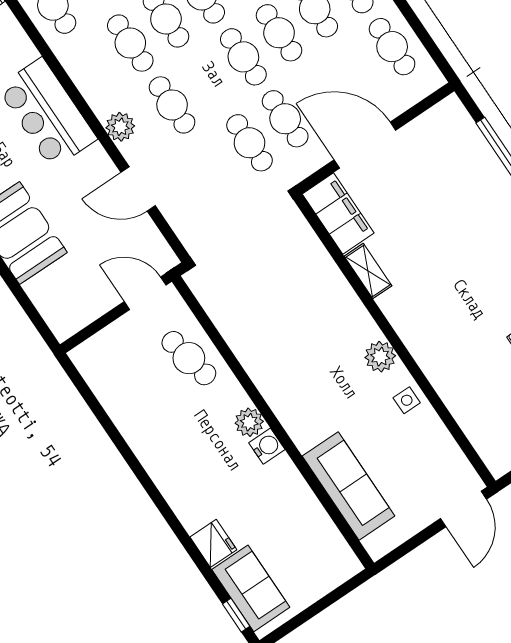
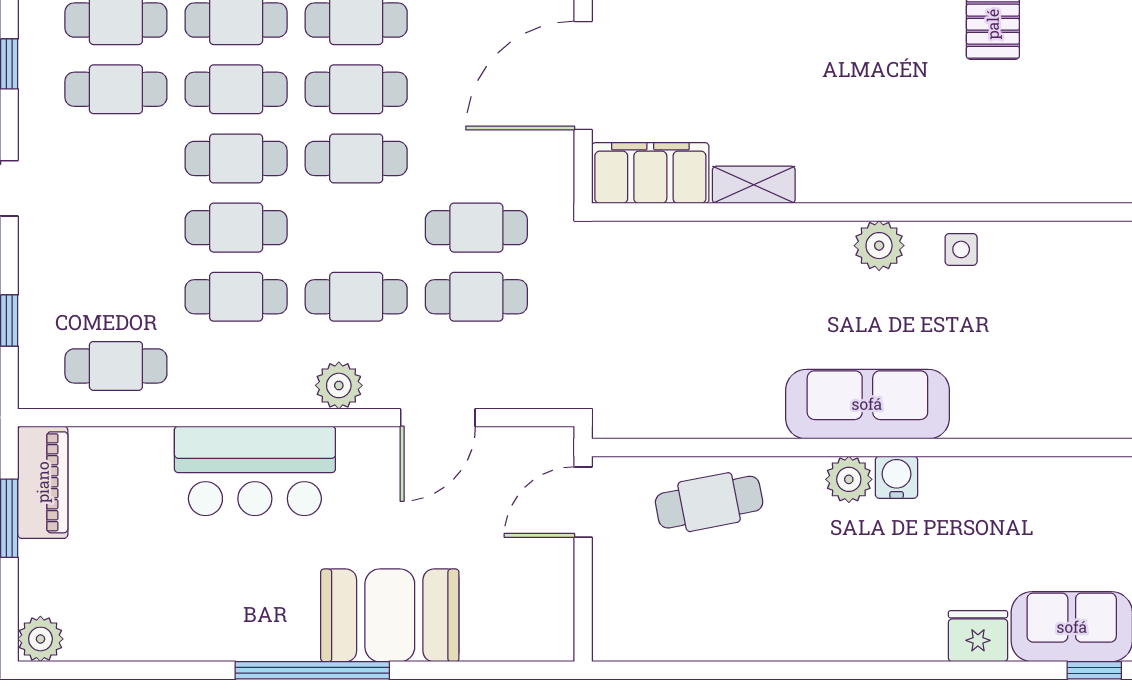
cafe table: (285, 119) -> (476, 297), moved
sofa: (349, 486) -> (867, 404), moved

